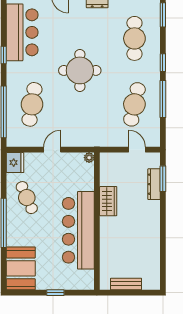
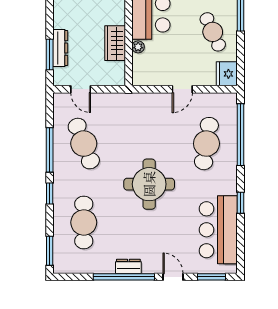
cafe table: (134, 104) -> (84, 144), turned -33
plant: (89, 158) -> (138, 47), moved
wardrobe: (108, 201) -> (115, 43), moved

